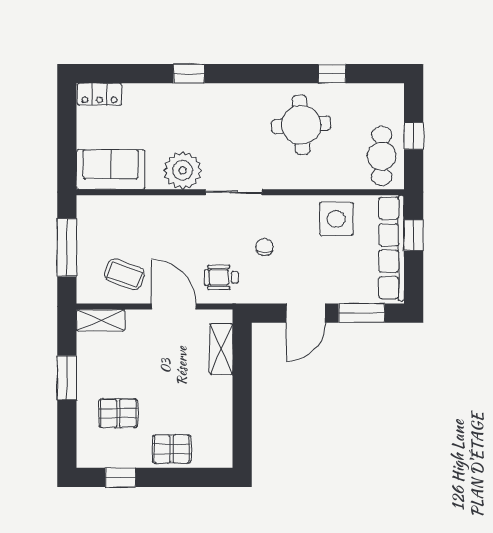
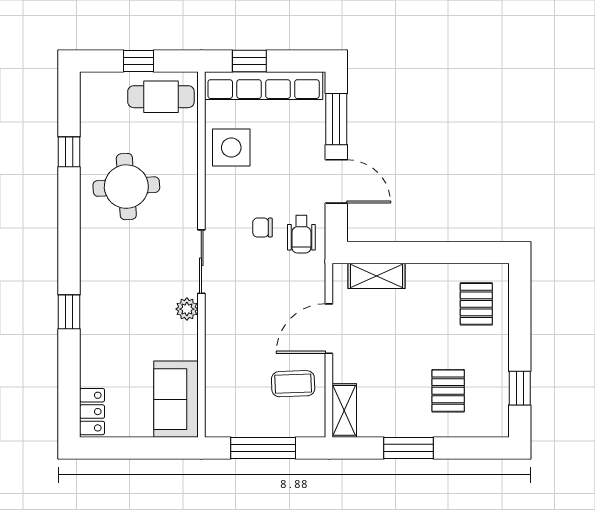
plant: (183, 170) -> (187, 309), width x0.53, depth x0.53
coffee table: (124, 274) -> (293, 384), turned 68
wheelchair: (221, 277) -> (301, 234), moved
pallet: (172, 449) -> (476, 304), moved

